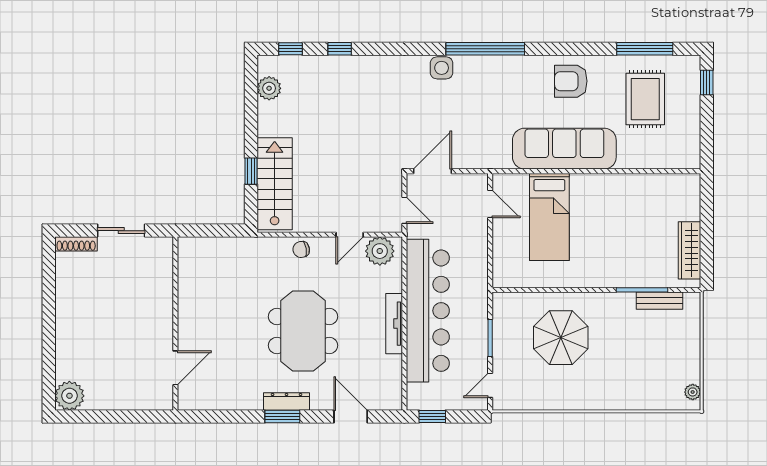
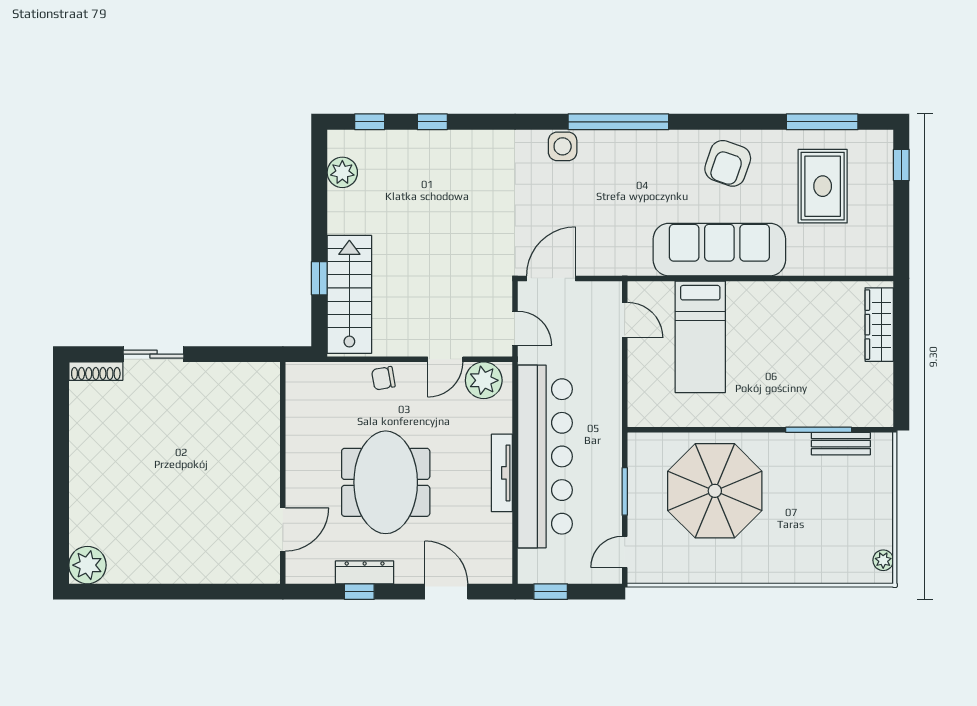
armchair: (571, 81) -> (728, 163), turned -71
wardrobe: (690, 250) -> (879, 325), moved
wall: (175, 324) -> (283, 473), moved
parasol: (561, 338) -> (715, 491), width x1.36, depth x1.36
door: (175, 368) -> (283, 529), moved
window: (282, 417) -> (359, 592), width x0.67

